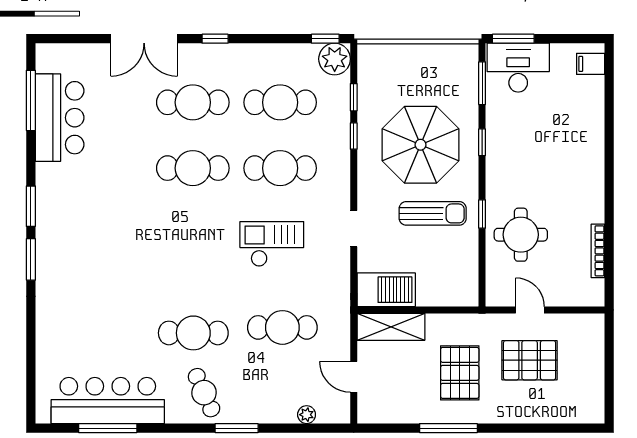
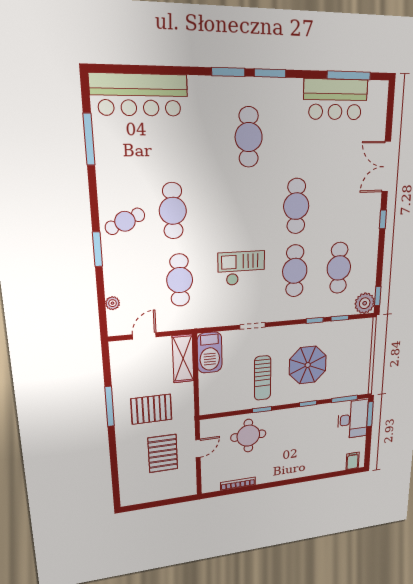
cafe table: (193, 102) -> (249, 137), moved
parasol: (421, 145) -> (308, 365), width x0.73, depth x0.73
checkout: (272, 244) -> (241, 268), turned -90
bar counter: (108, 401) -> (139, 95), moved, turned 90

